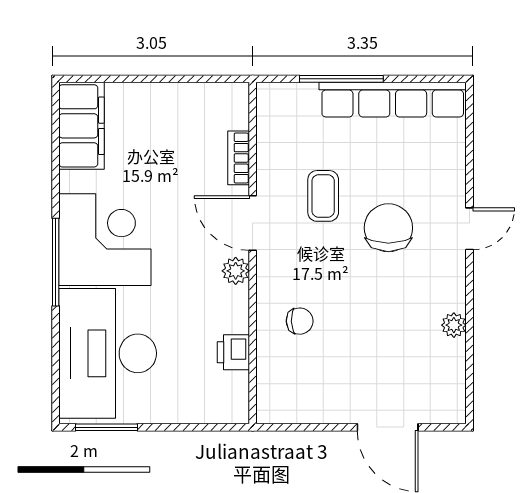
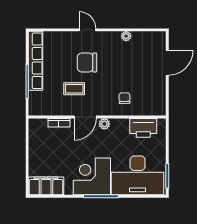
printer: (233, 352) -> (143, 128), width x1.87, depth x1.48

